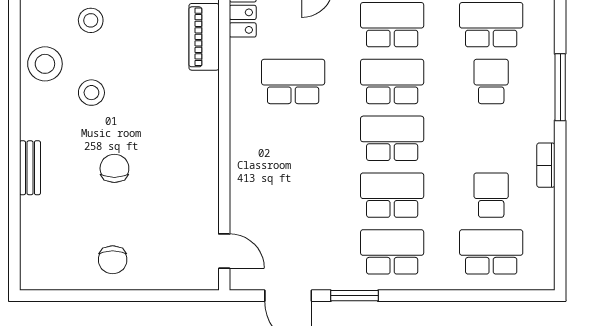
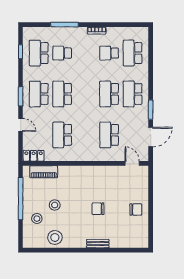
stool: (91, 93) -> (55, 205), moved
school desk: (392, 138) -> (109, 135), moved
door: (224, 251) -> (132, 163), hinge flipped

